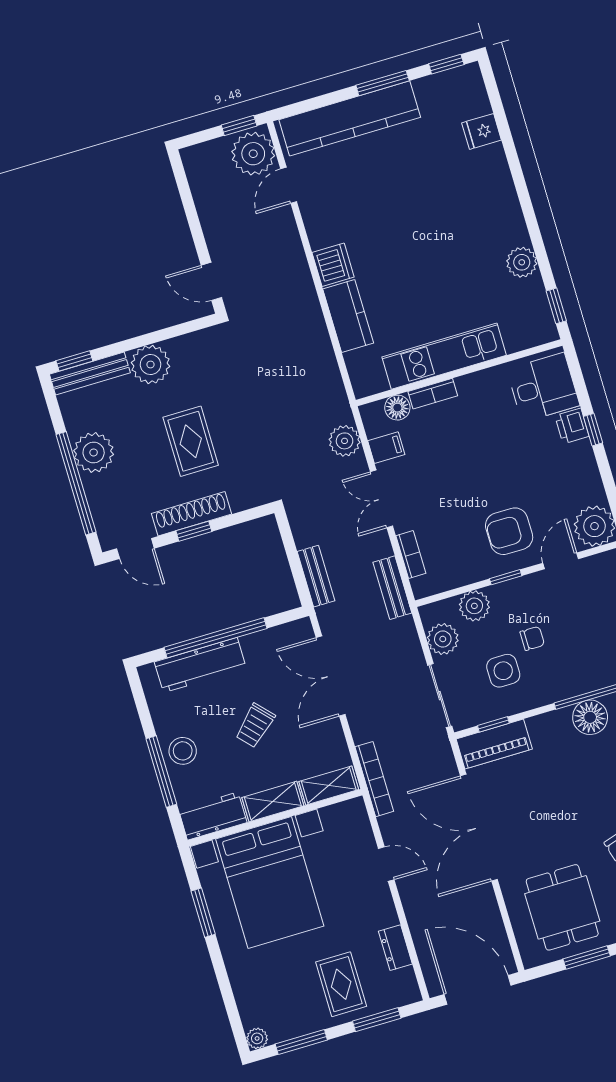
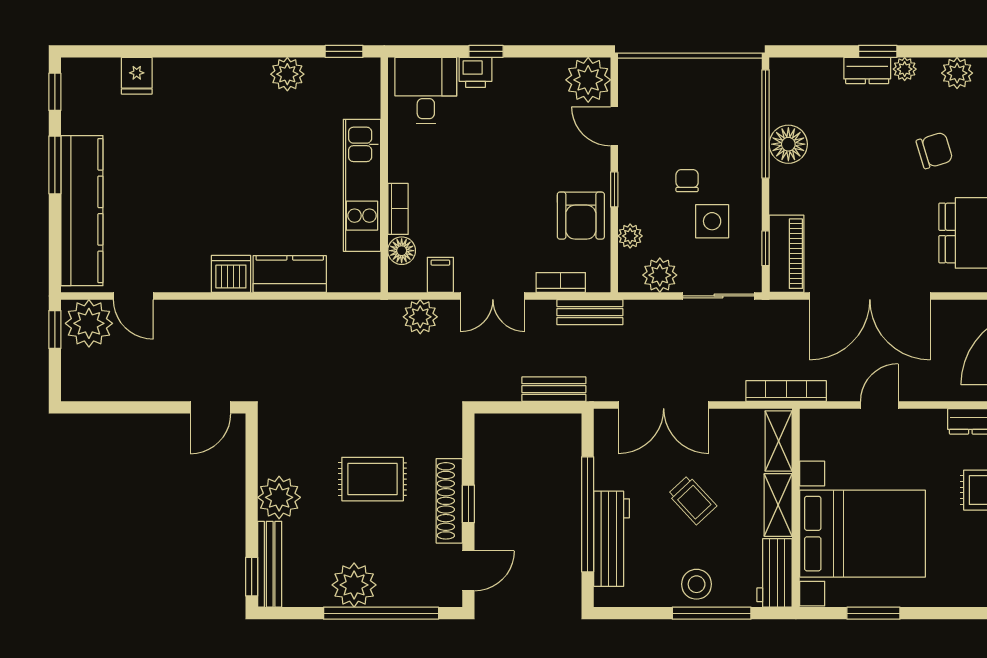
armchair: (509, 531) -> (581, 216), moved
plant: (474, 606) -> (630, 236), width x0.73, depth x0.73

